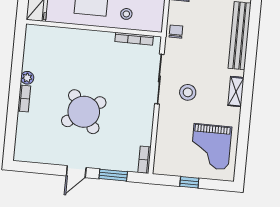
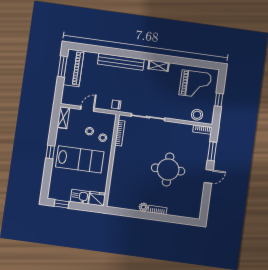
stool: (188, 92) -> (197, 115), moved
round table: (84, 112) -> (168, 169), turned 35
door: (76, 172) -> (209, 176), hinge flipped

